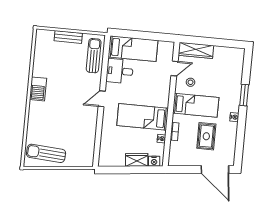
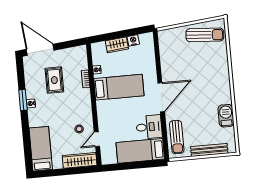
bench: (68, 37) -> (209, 150), width x1.36
barbecue: (38, 89) -> (226, 116), moved
window: (244, 95) -> (23, 100), moved
door: (102, 99) -> (161, 97), width x1.88
bed: (196, 105) -> (41, 149), moved, turned 90
nightstand: (154, 161) -> (133, 40), moved

